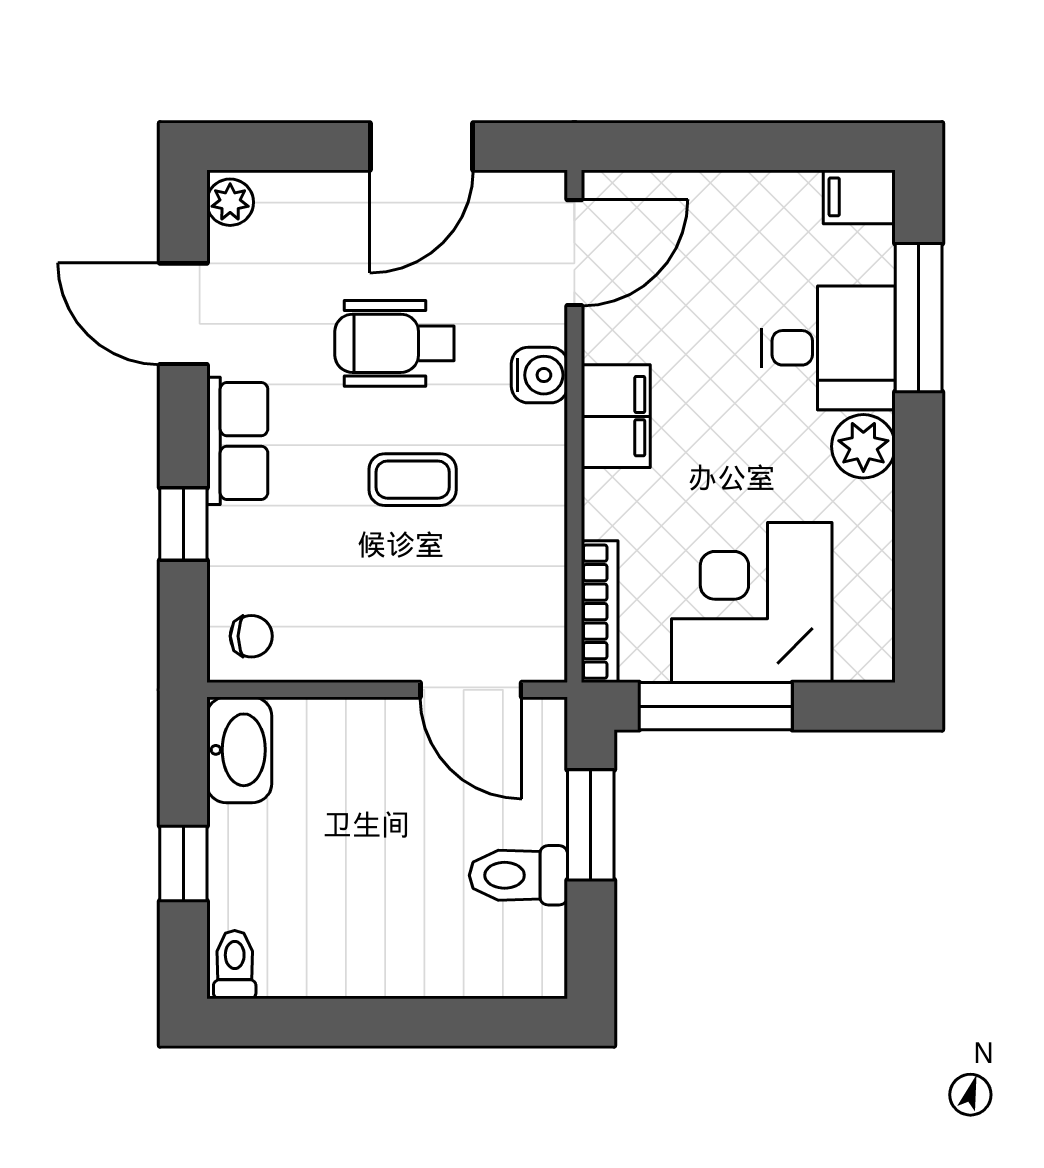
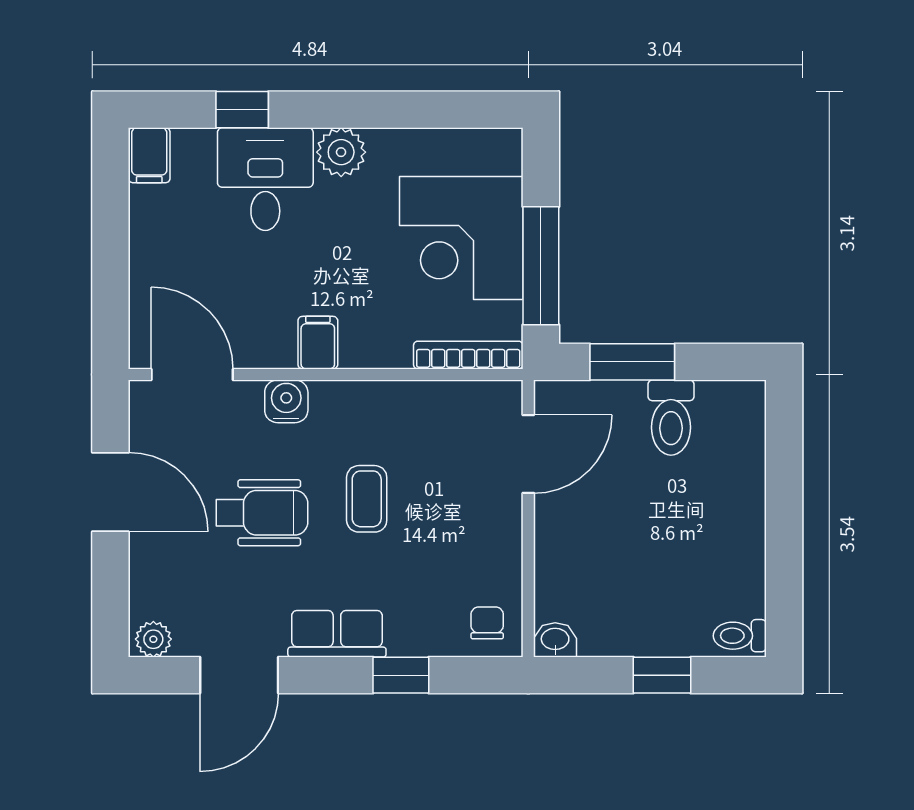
window: (919, 318) -> (242, 110), width x0.46
wheelchair: (395, 343) -> (262, 513), turned -90
filing cabinet: (616, 416) -> (318, 343), width x0.50
washbasin: (239, 750) -> (555, 640), width x0.52, depth x0.69

